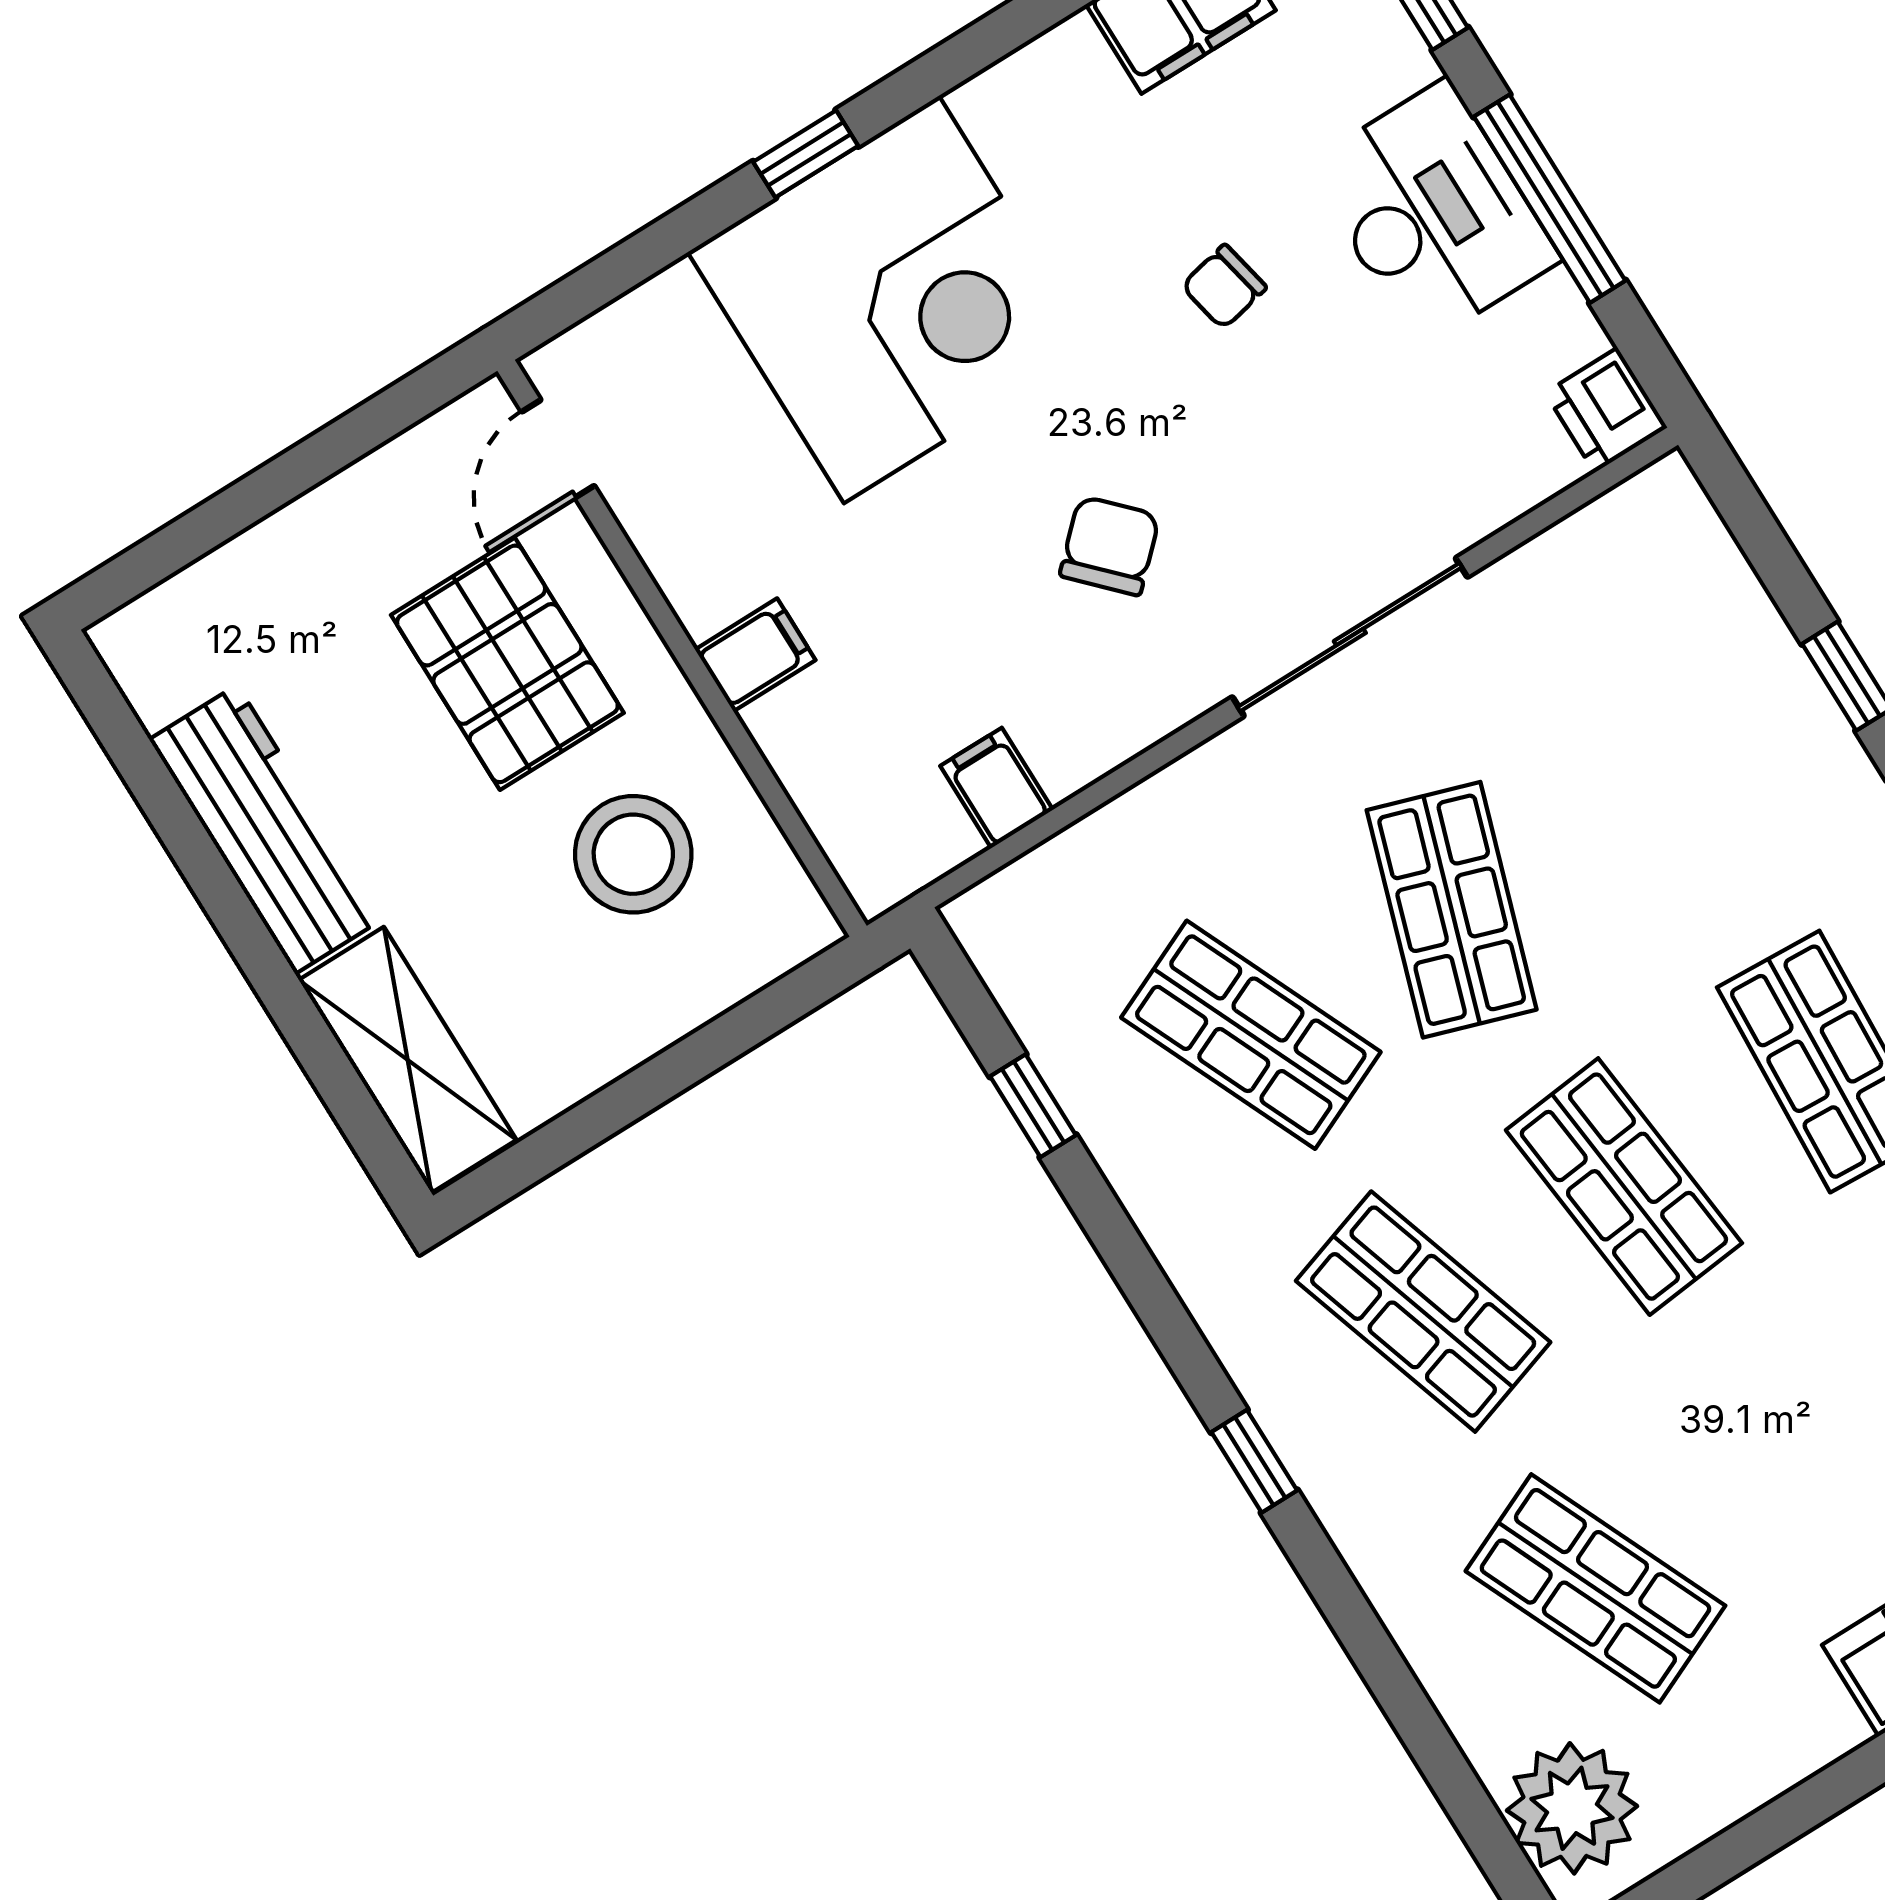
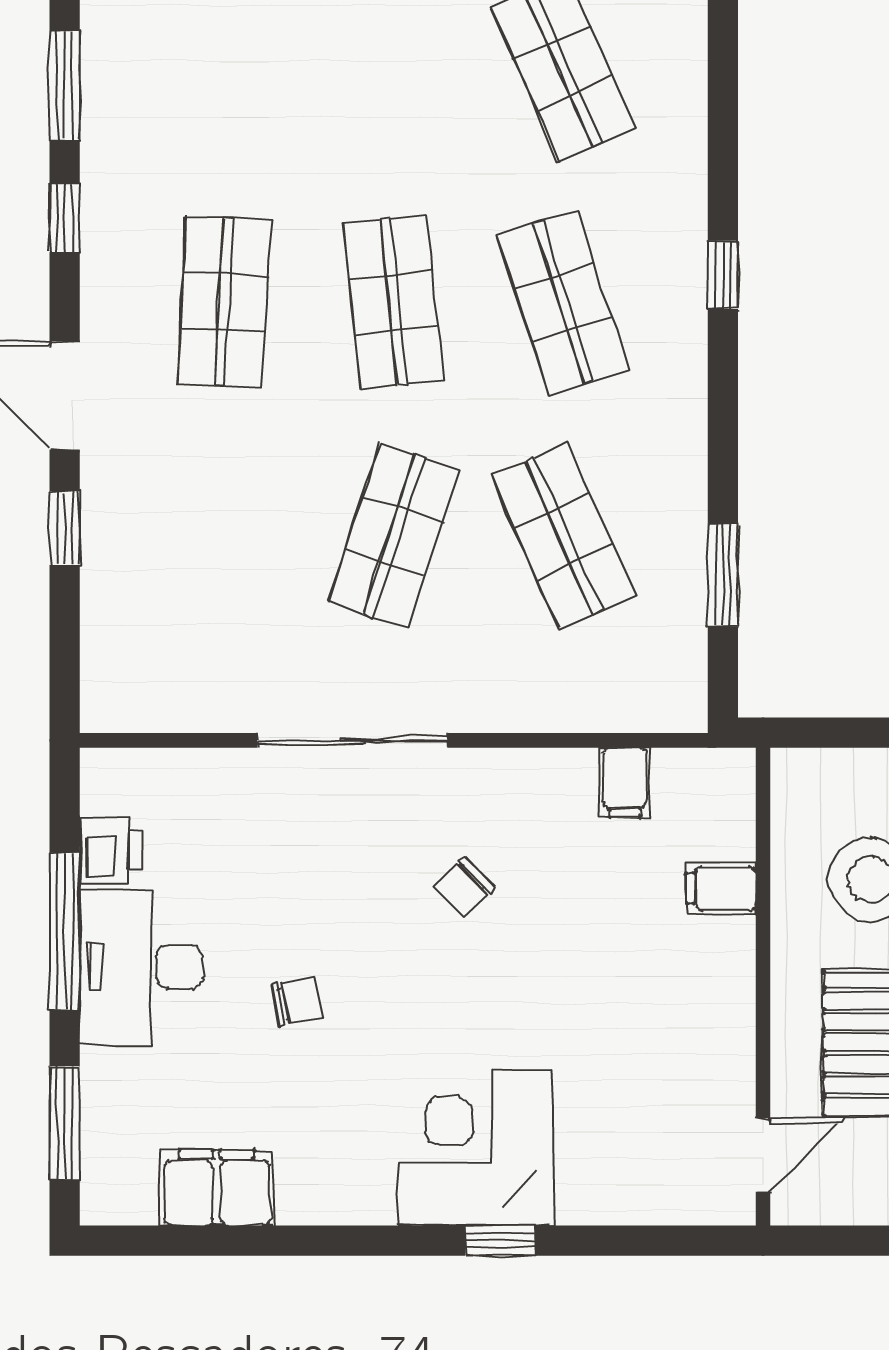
corner desk: (891, 300) -> (476, 1148), width x0.74, depth x0.74
printer: (1606, 410) -> (110, 850), moved
chair: (1110, 546) -> (464, 887), width x0.73, depth x0.73
filing cabinet: (755, 655) -> (721, 889), moved
window: (1033, 1106) -> (723, 575), width x1.50

